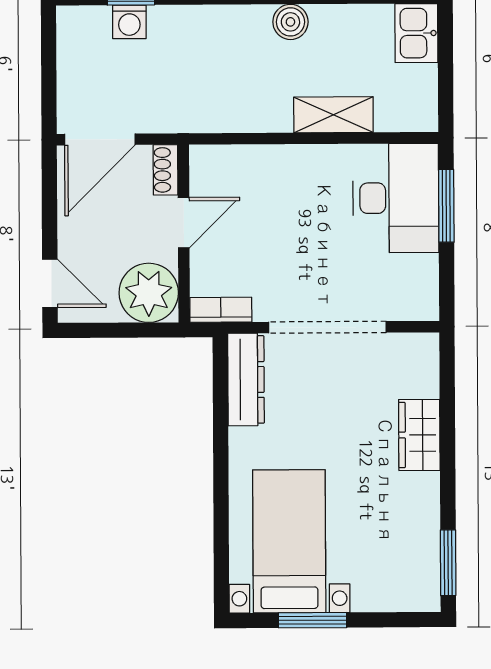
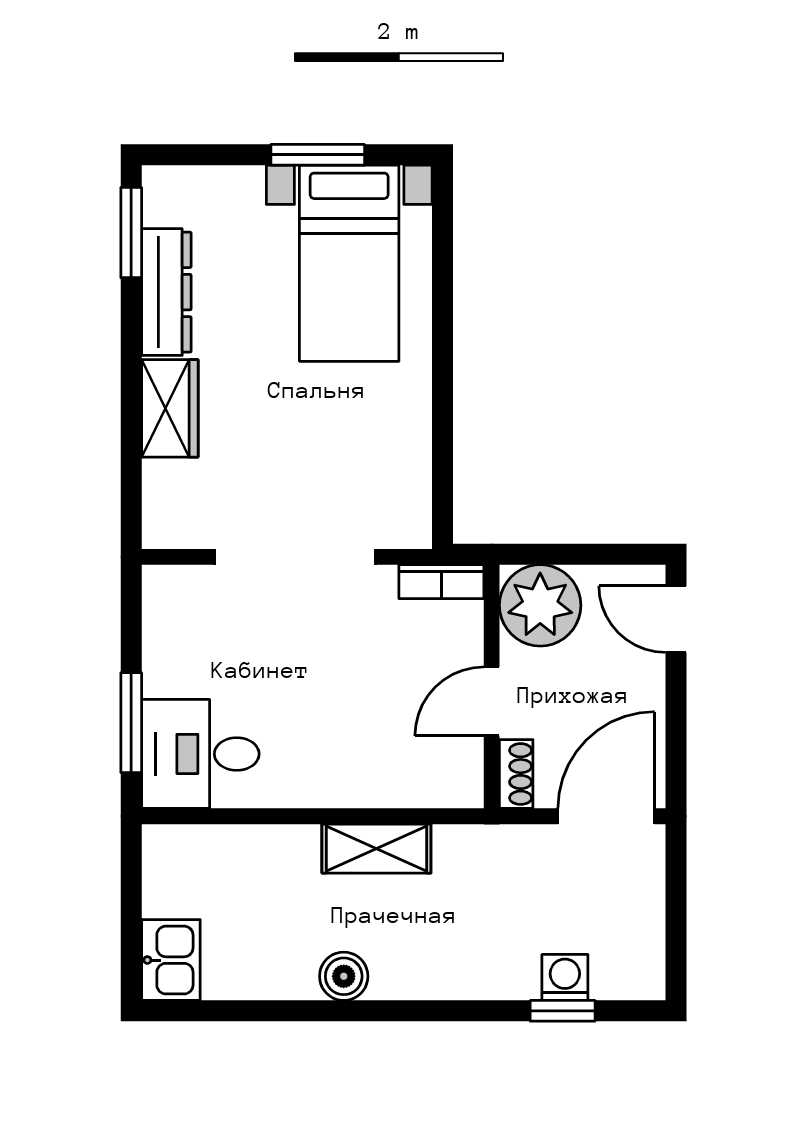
shelving: (333, 115) -> (376, 849), moved
desk: (396, 198) -> (200, 754), width x0.73
dresser: (246, 380) -> (166, 292), moved, turned 180

